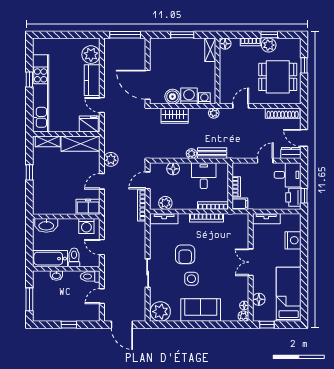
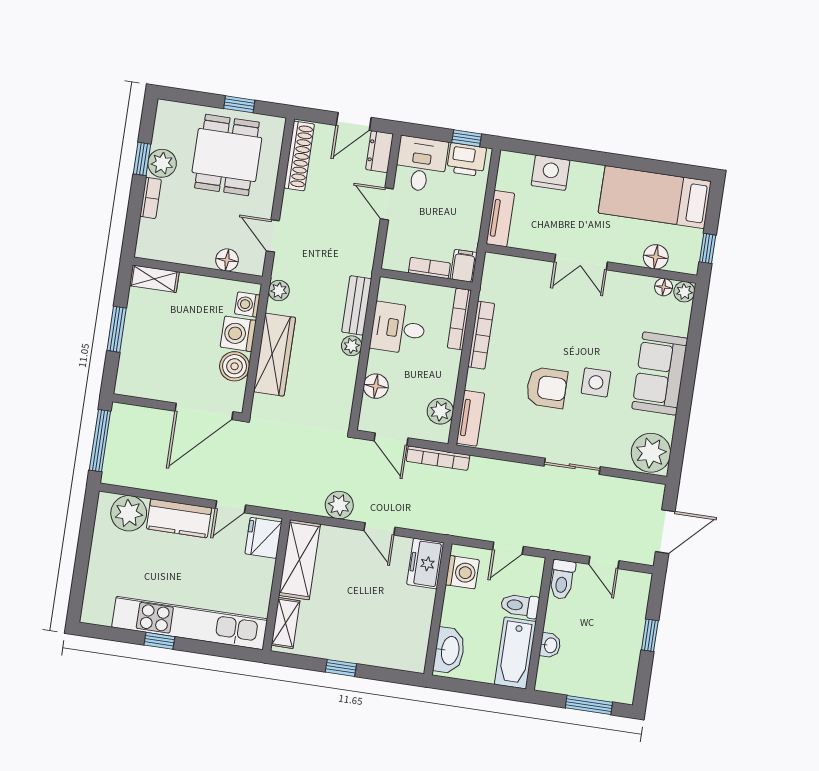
floor lamp: (225, 44) -> (227, 260), moved
window: (304, 65) -> (239, 104), moved
wardrobe: (175, 116) -> (274, 355), width x1.50

